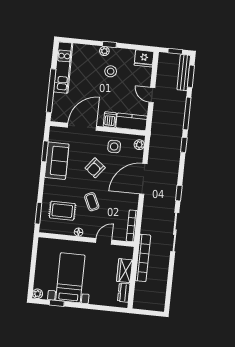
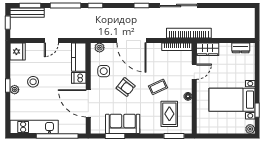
door: (104, 241) -> (194, 72), swing flipped
bookcase: (143, 258) -> (189, 33), moved
wardrobe: (125, 271) -> (208, 49), moved

